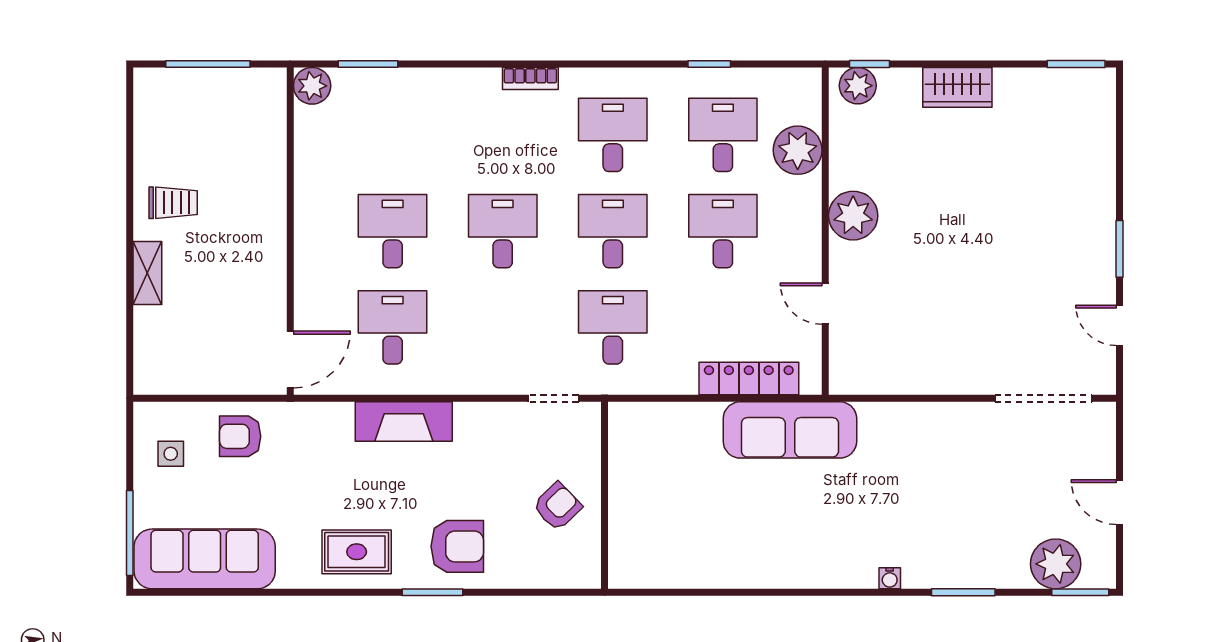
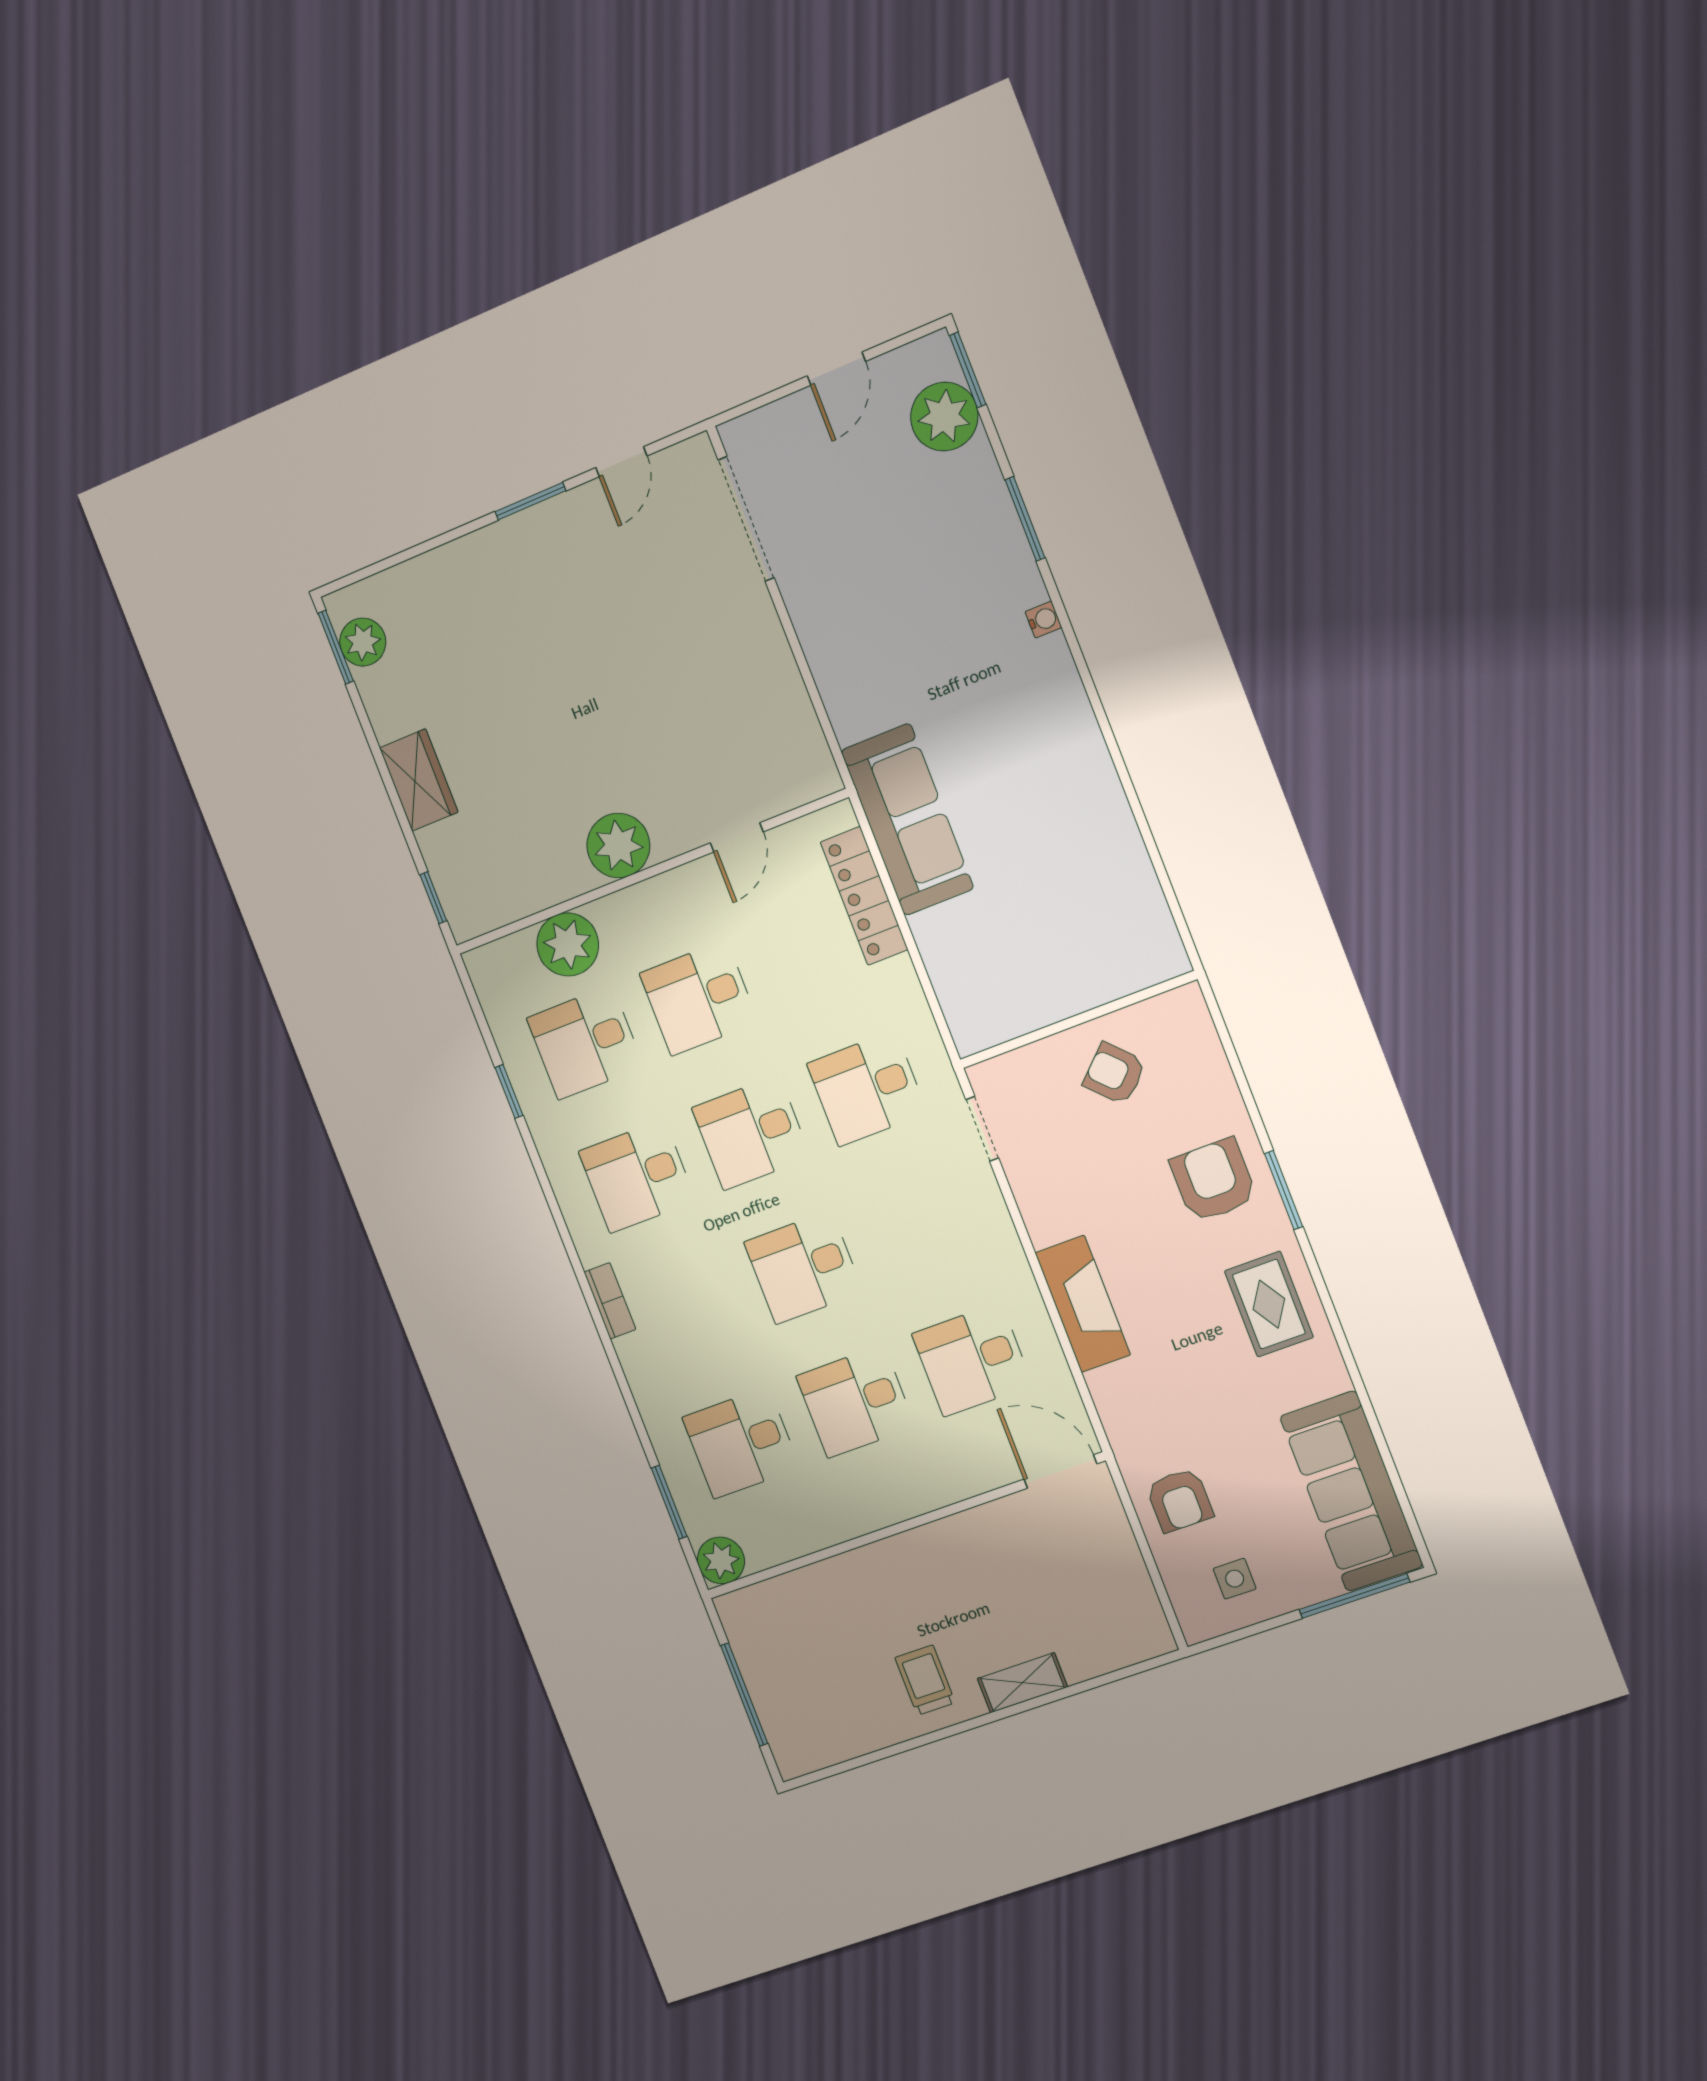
plant: (858, 86) -> (363, 642), moved
desk: (393, 135) -> (741, 1443), added

